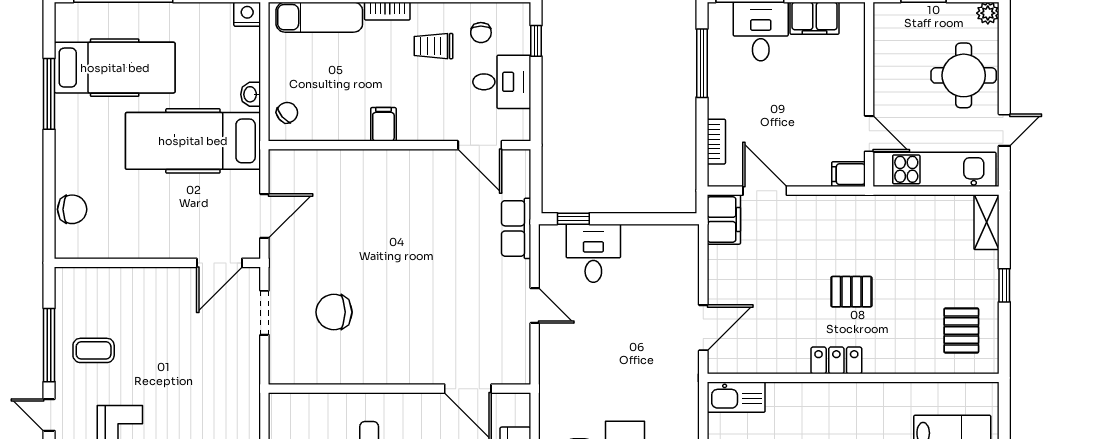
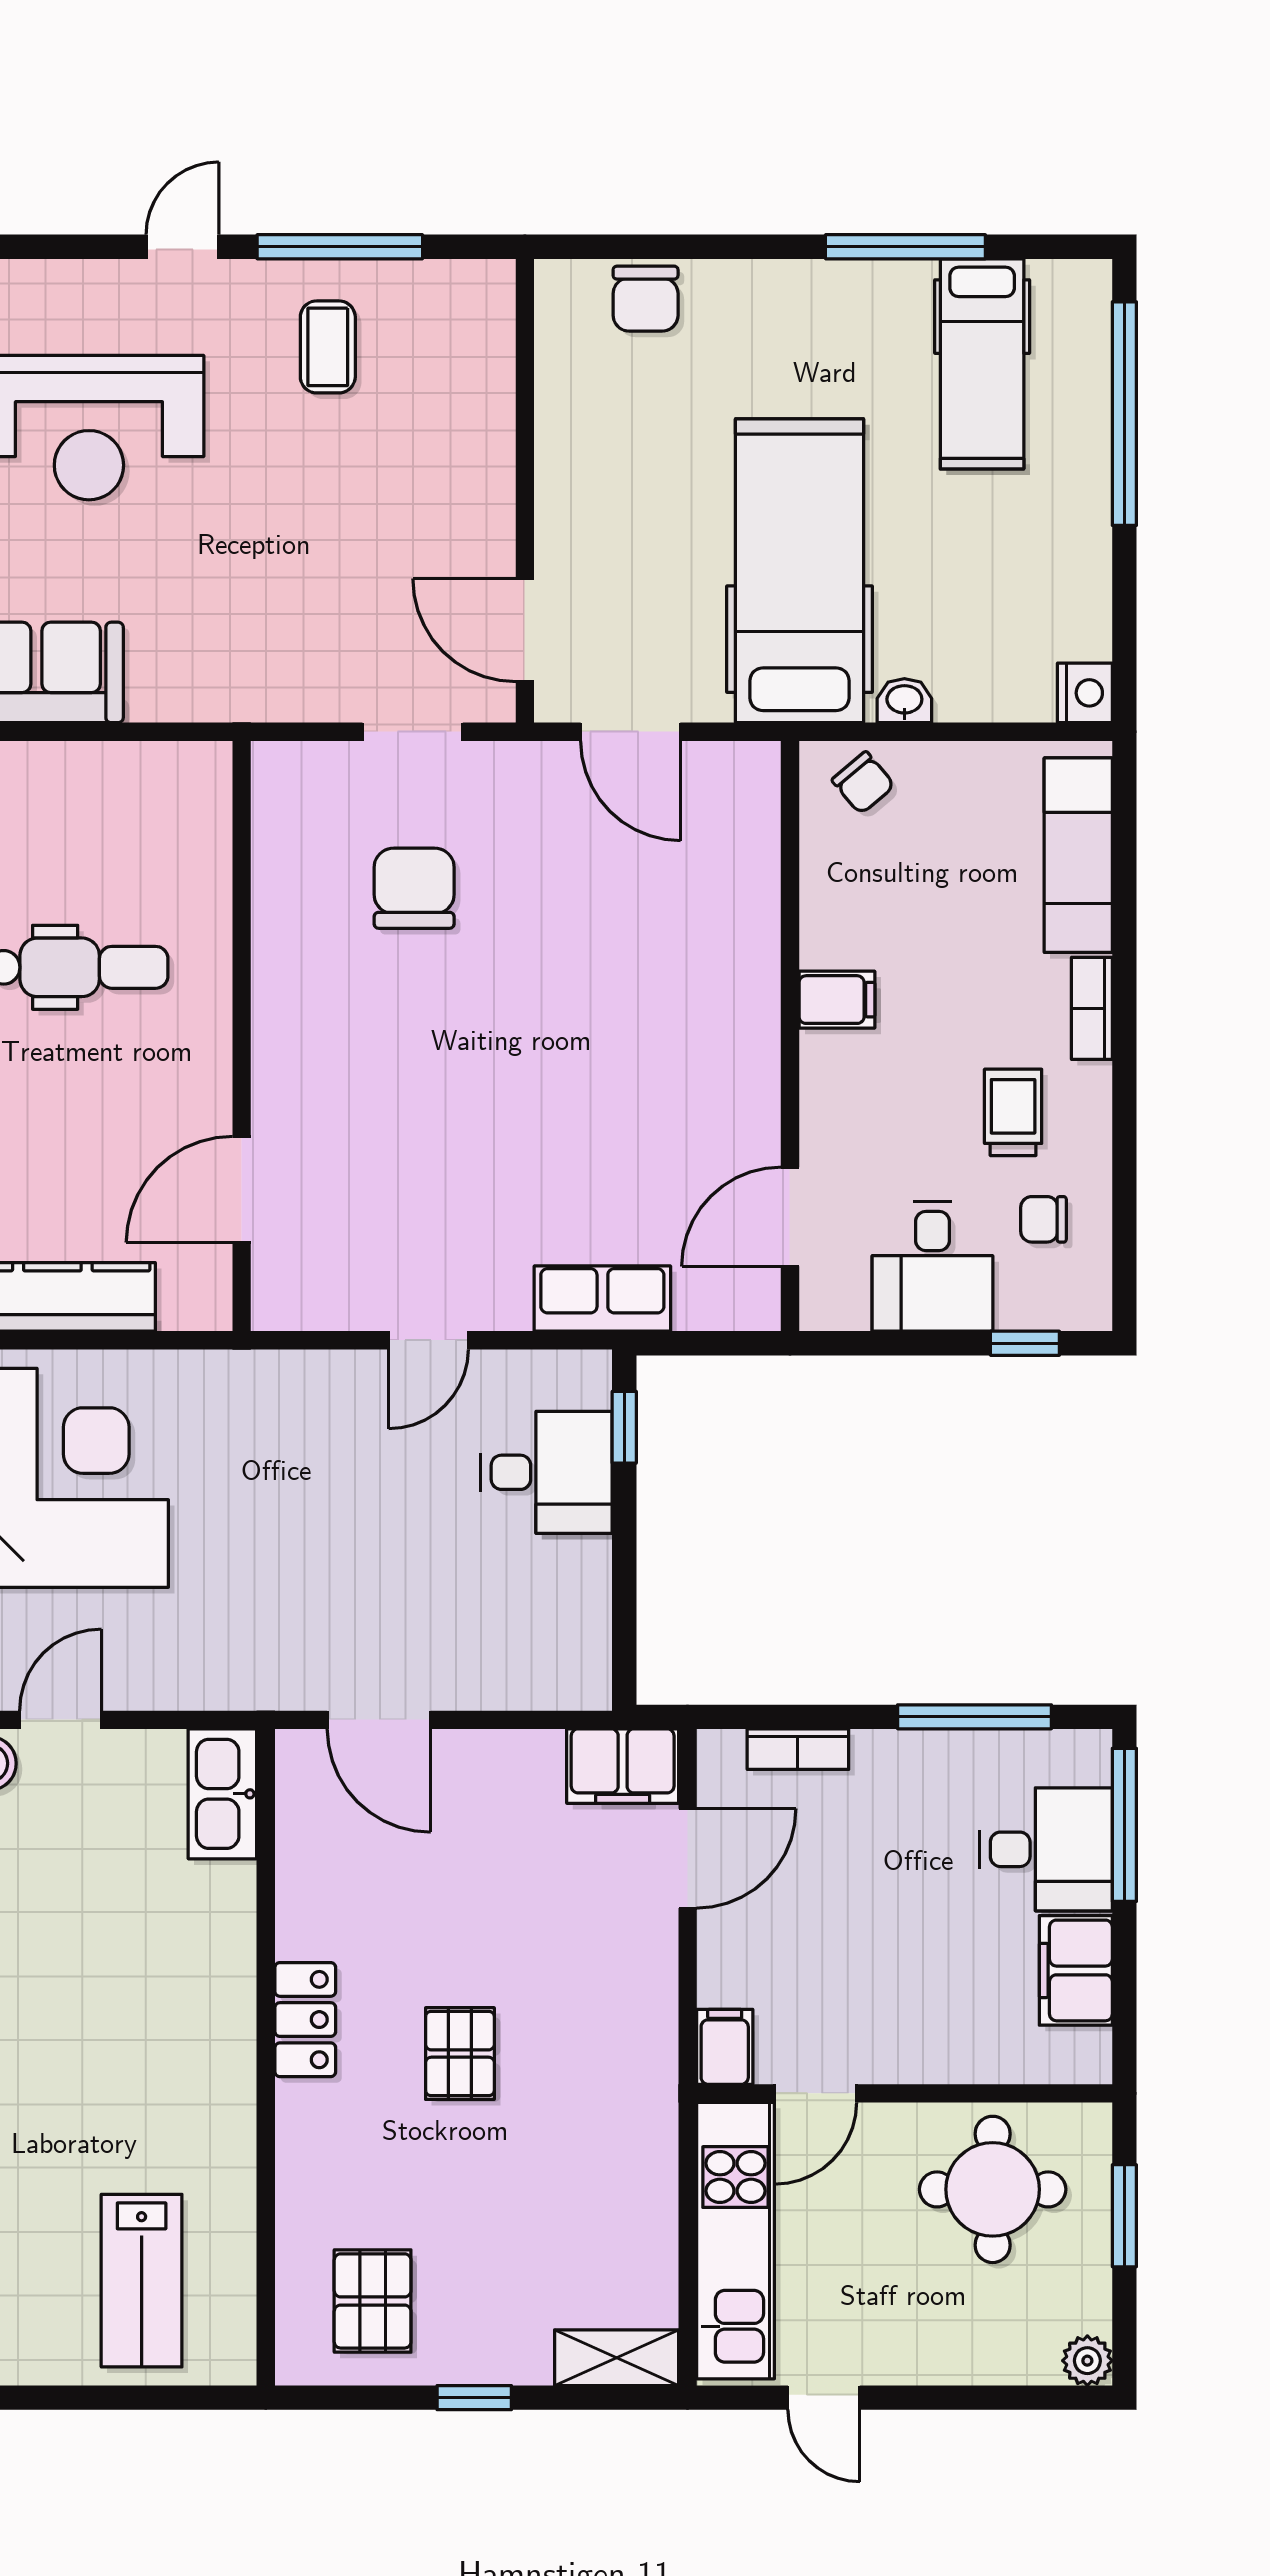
hospital bed: (115, 68) -> (982, 364), width x0.73, depth x0.78
round table: (964, 75) -> (993, 2189), moved
pallet: (961, 330) -> (373, 2301), turned 90

